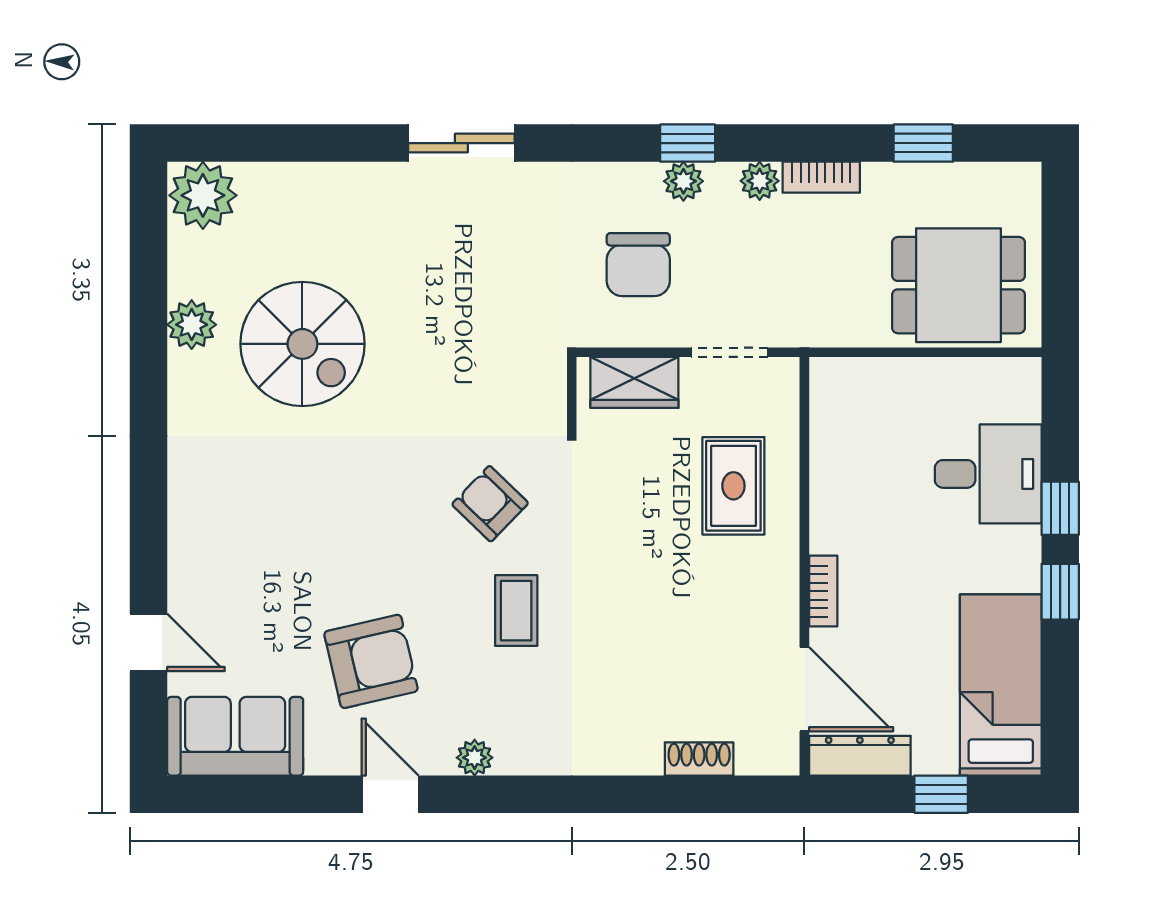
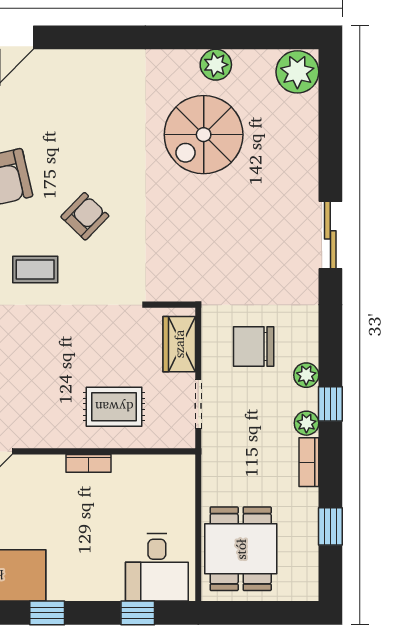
window: (688, 143) -> (330, 404), moved
desk: (988, 474) -> (157, 567), moved
armchair: (490, 504) -> (85, 216), moved
window: (1060, 508) -> (138, 613), moved
bookcase: (823, 591) -> (89, 463), moved

